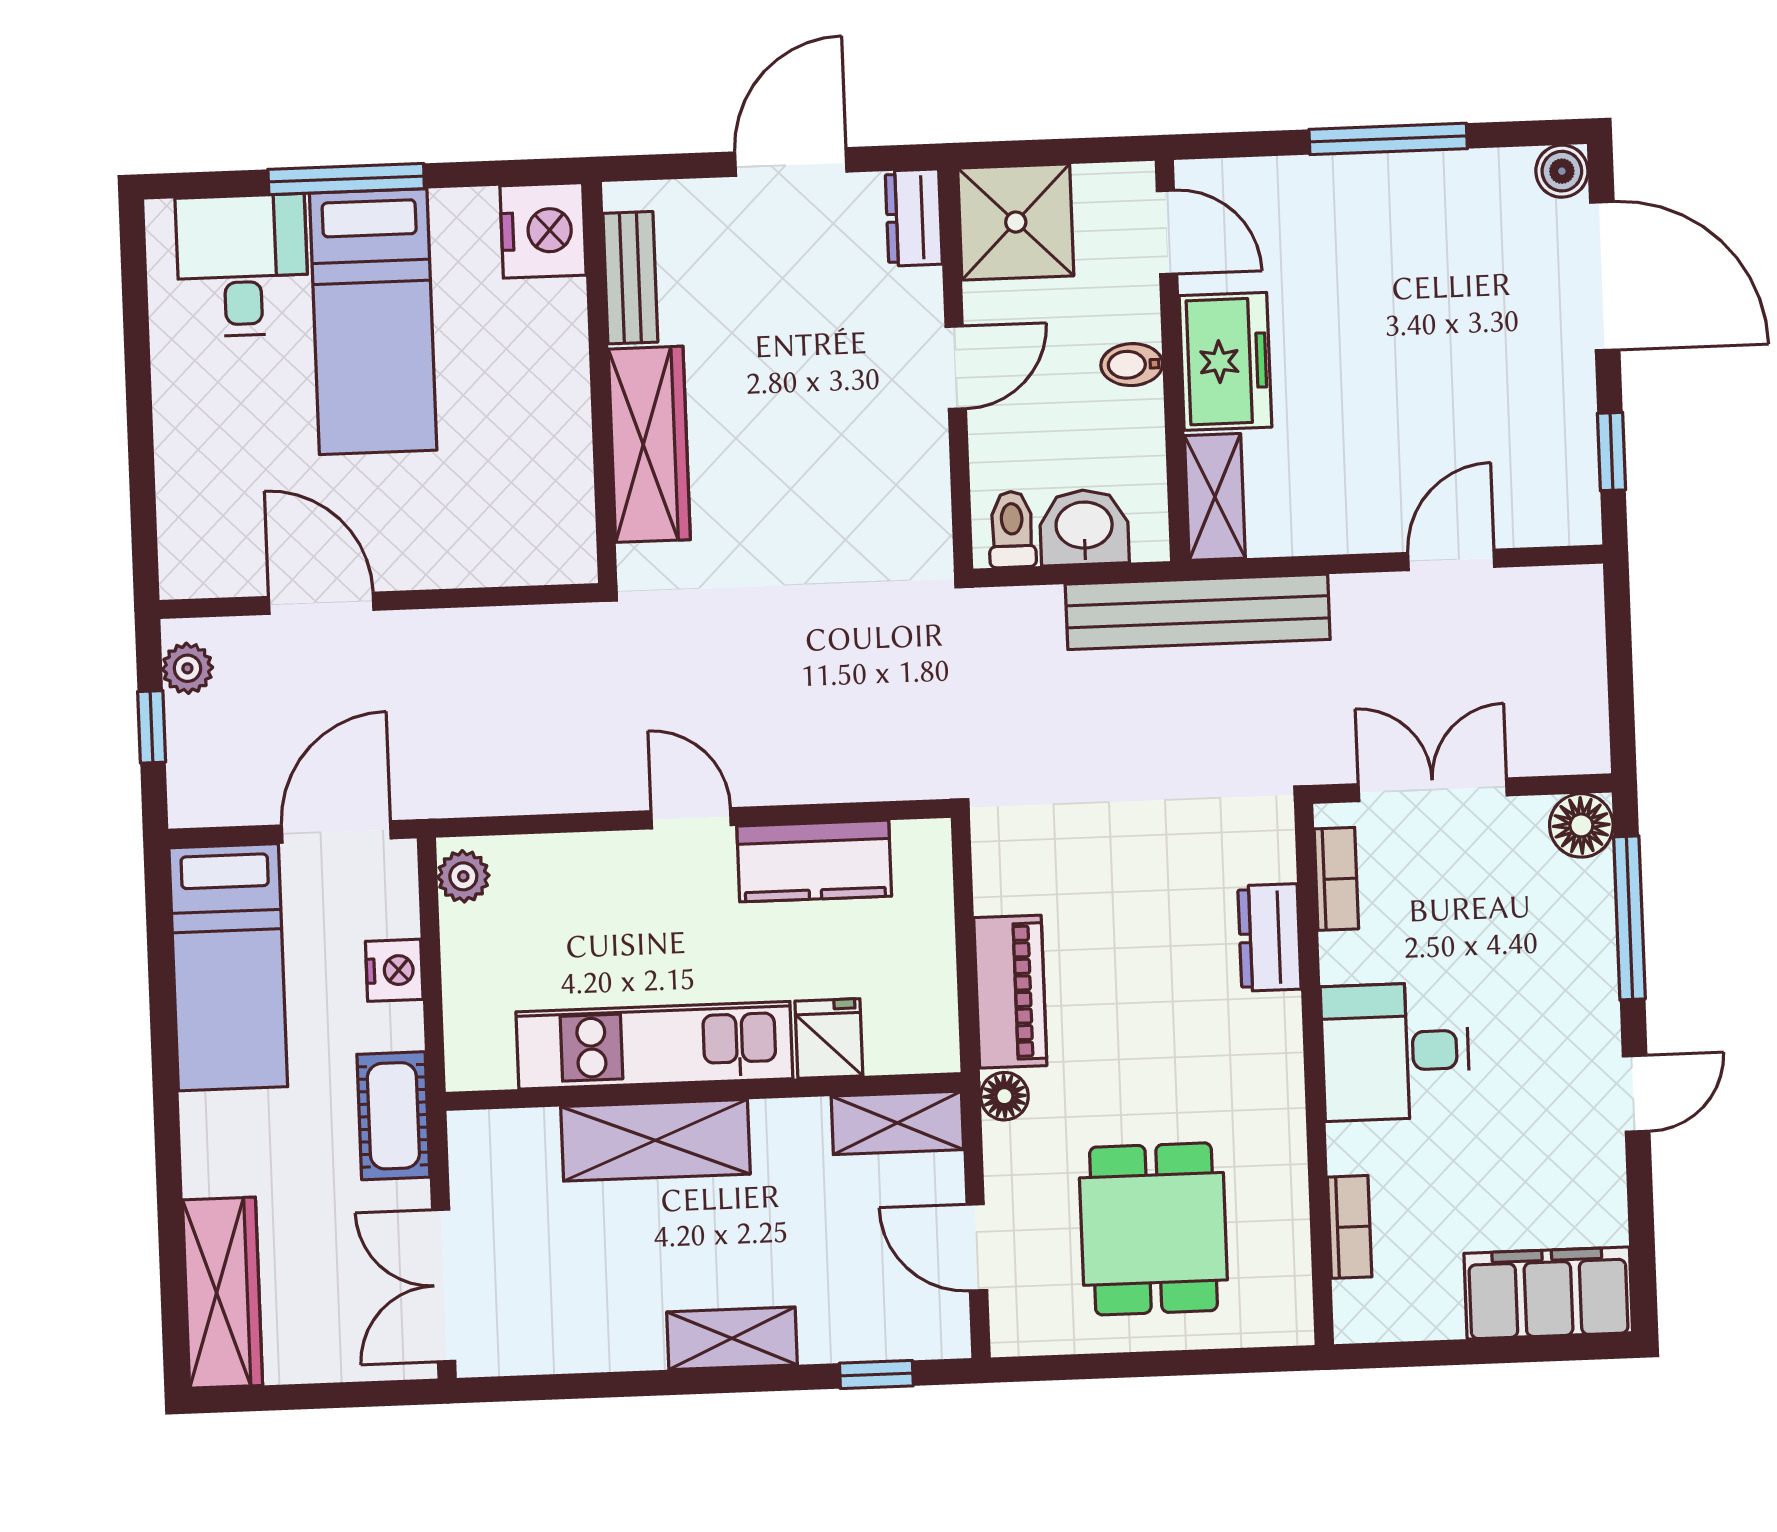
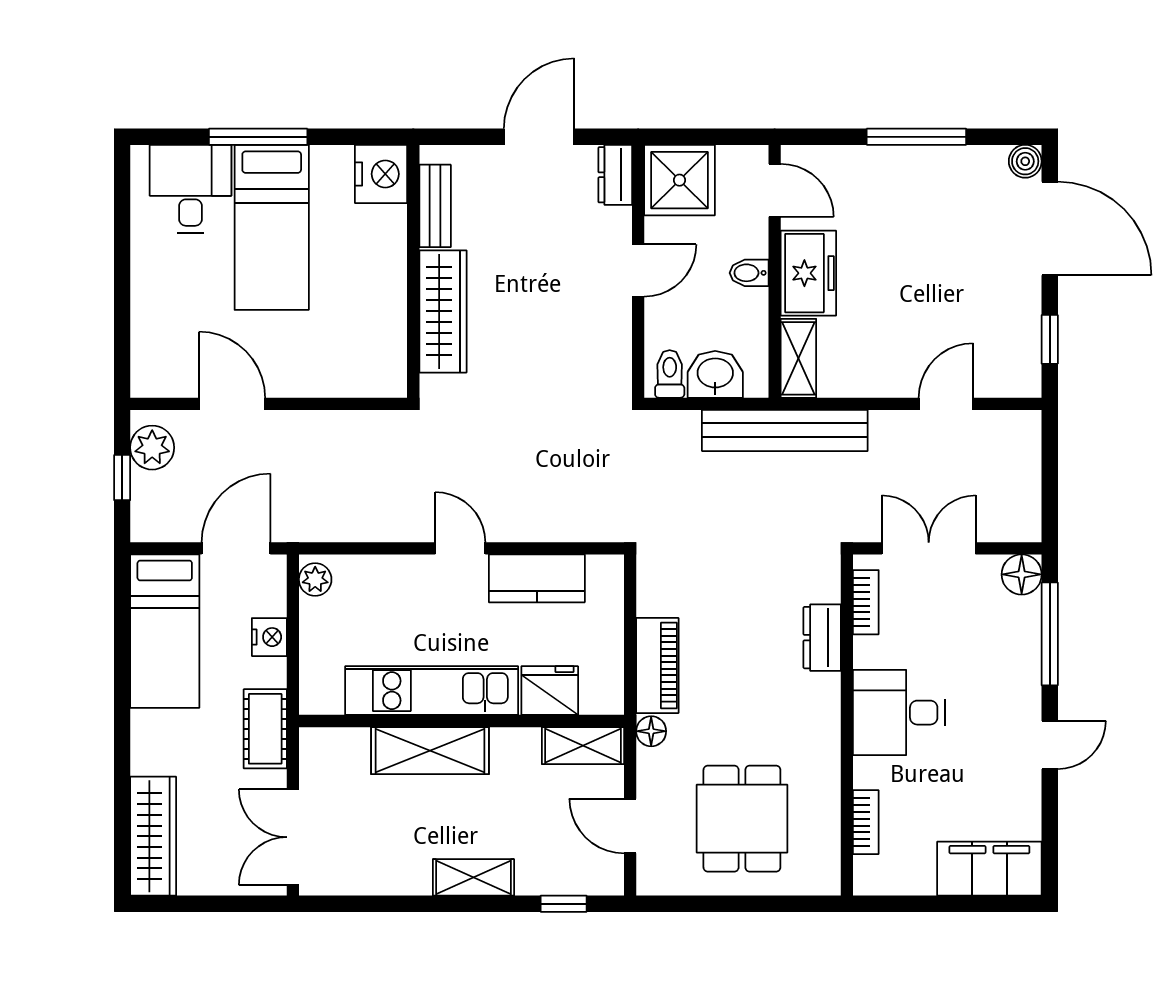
plant: (187, 668) -> (152, 448), width x1.38, depth x1.38
fridge: (829, 1038) -> (550, 691), width x1.38

